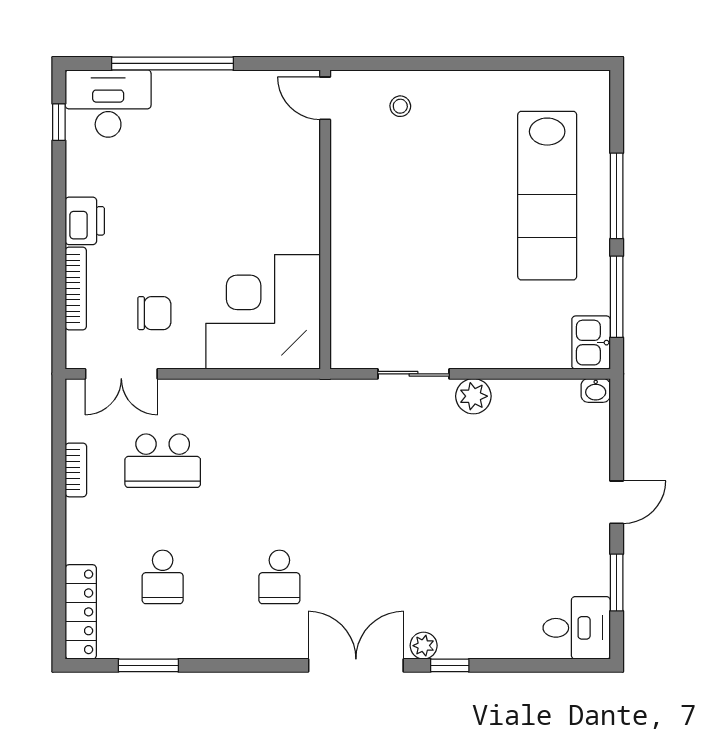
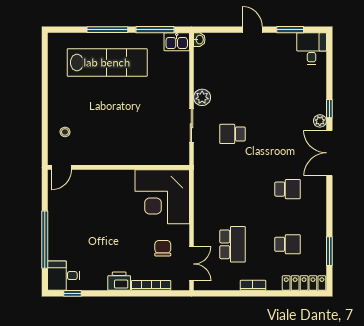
desk: (108, 103) -> (64, 276), width x0.73
school desk: (396, 461) -> (233, 134), added
bookcase: (76, 470) -> (253, 285), moved

